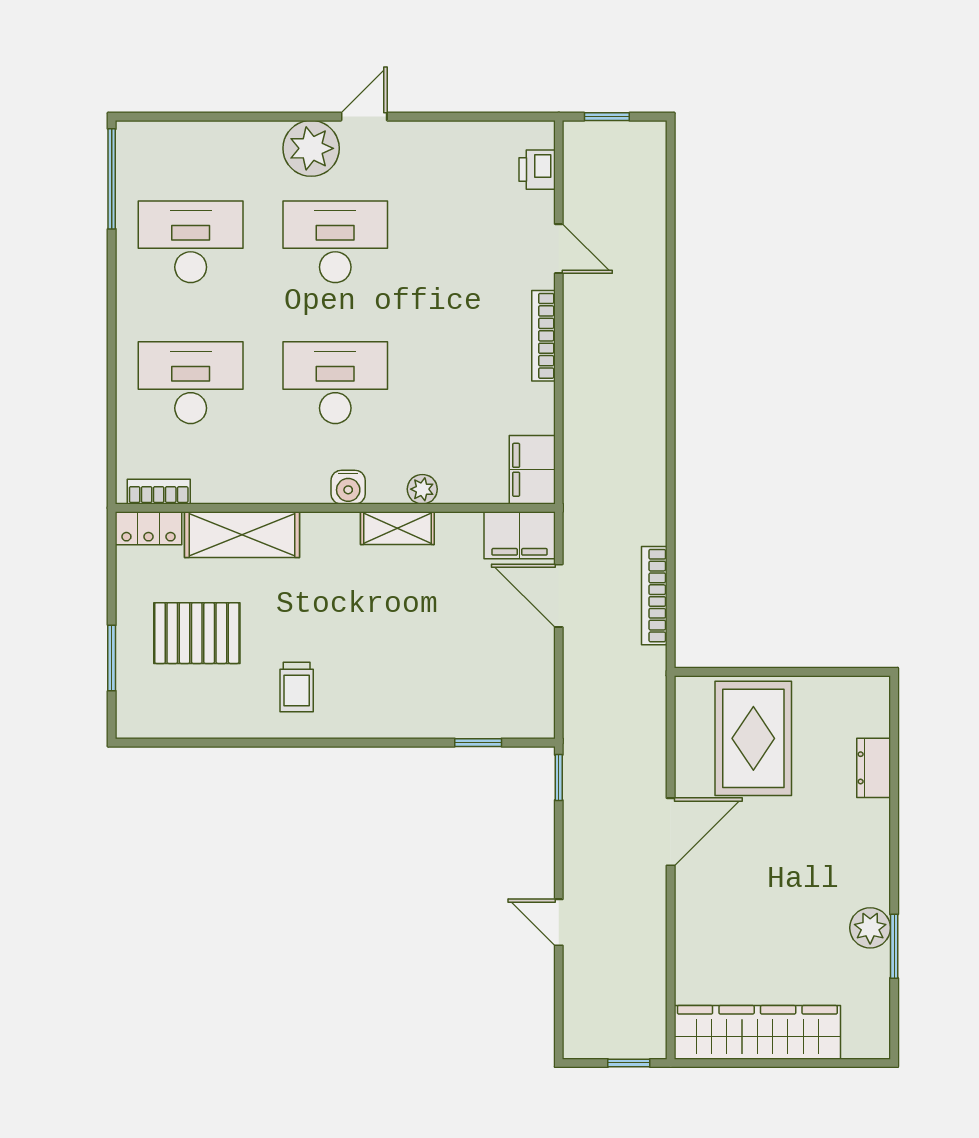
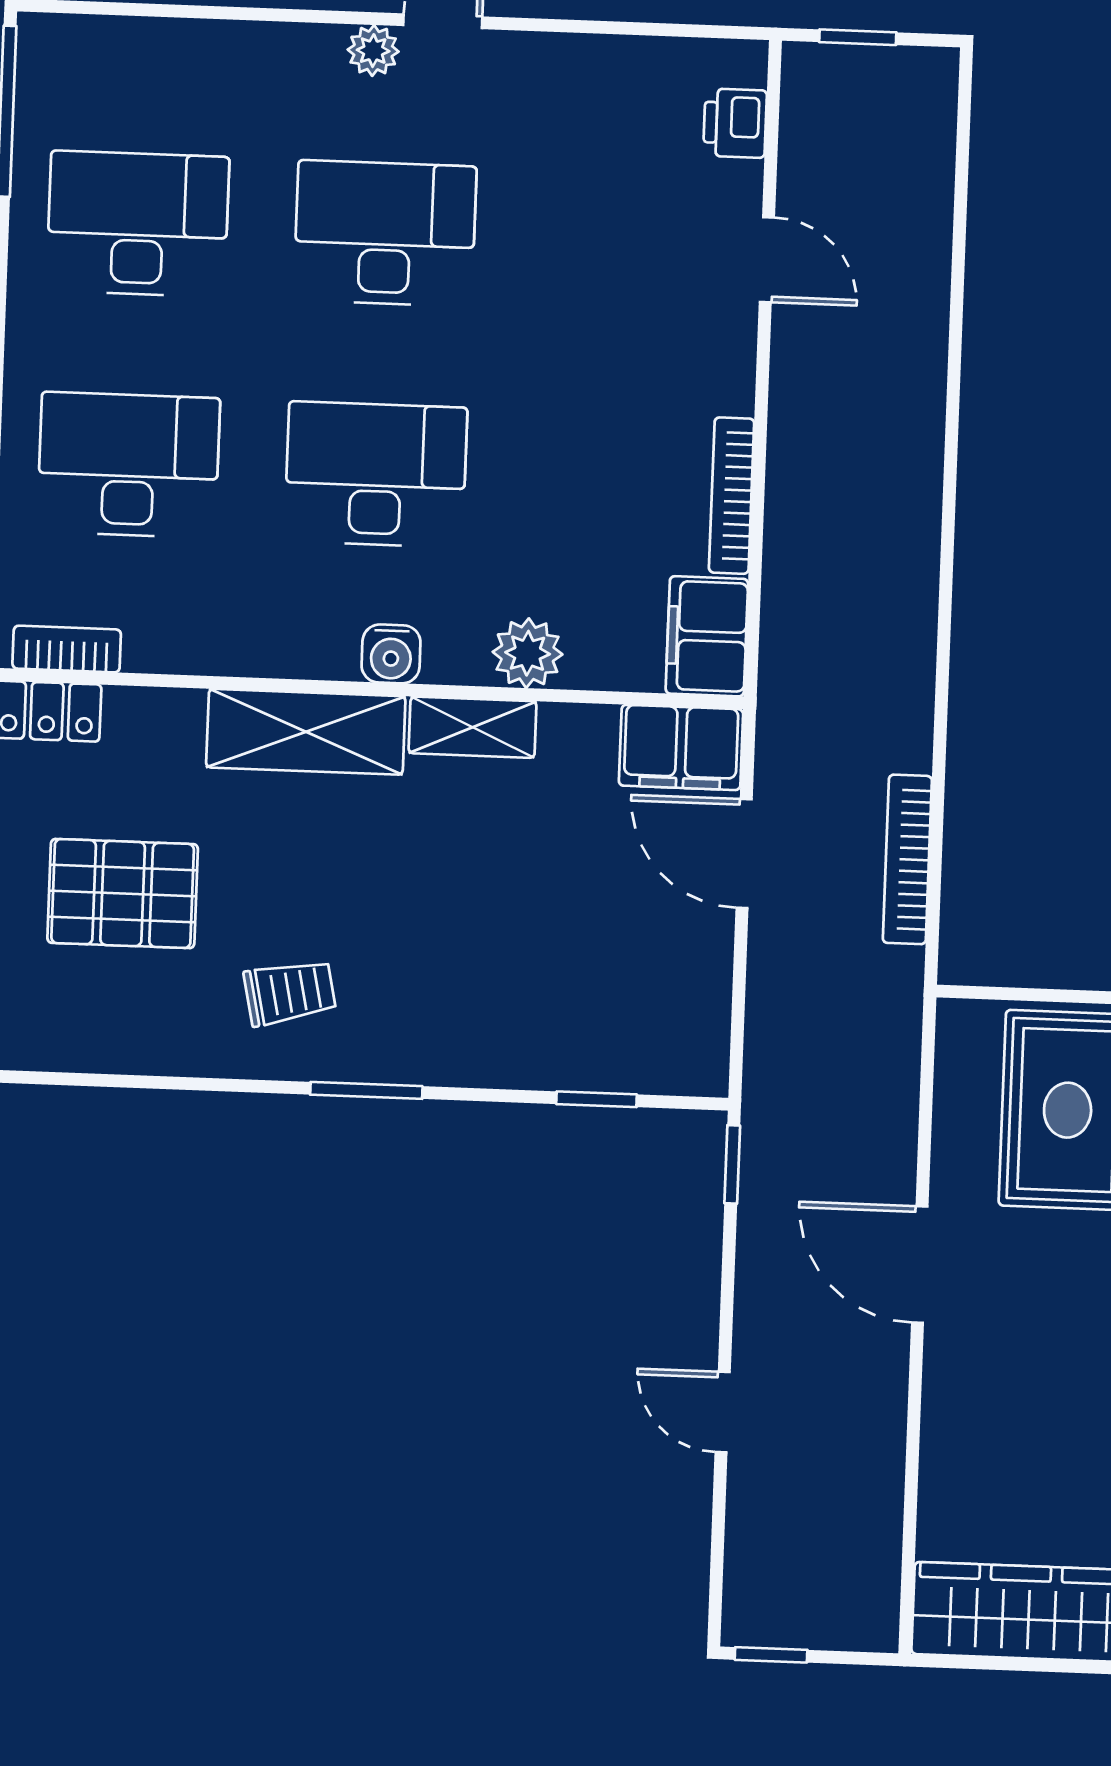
plant: (311, 148) -> (373, 51), width x0.53, depth x0.53
bookcase: (543, 336) -> (732, 496), moved
plant: (422, 489) -> (528, 653), width x1.38, depth x1.38
shelving: (242, 535) -> (306, 732), moved
trolley: (297, 687) -> (290, 992), turned -102
window: (344, 743) -> (366, 1090), added
door: (671, 832) -> (920, 1265), swing flipped
window: (629, 1063) -> (771, 1655), moved

